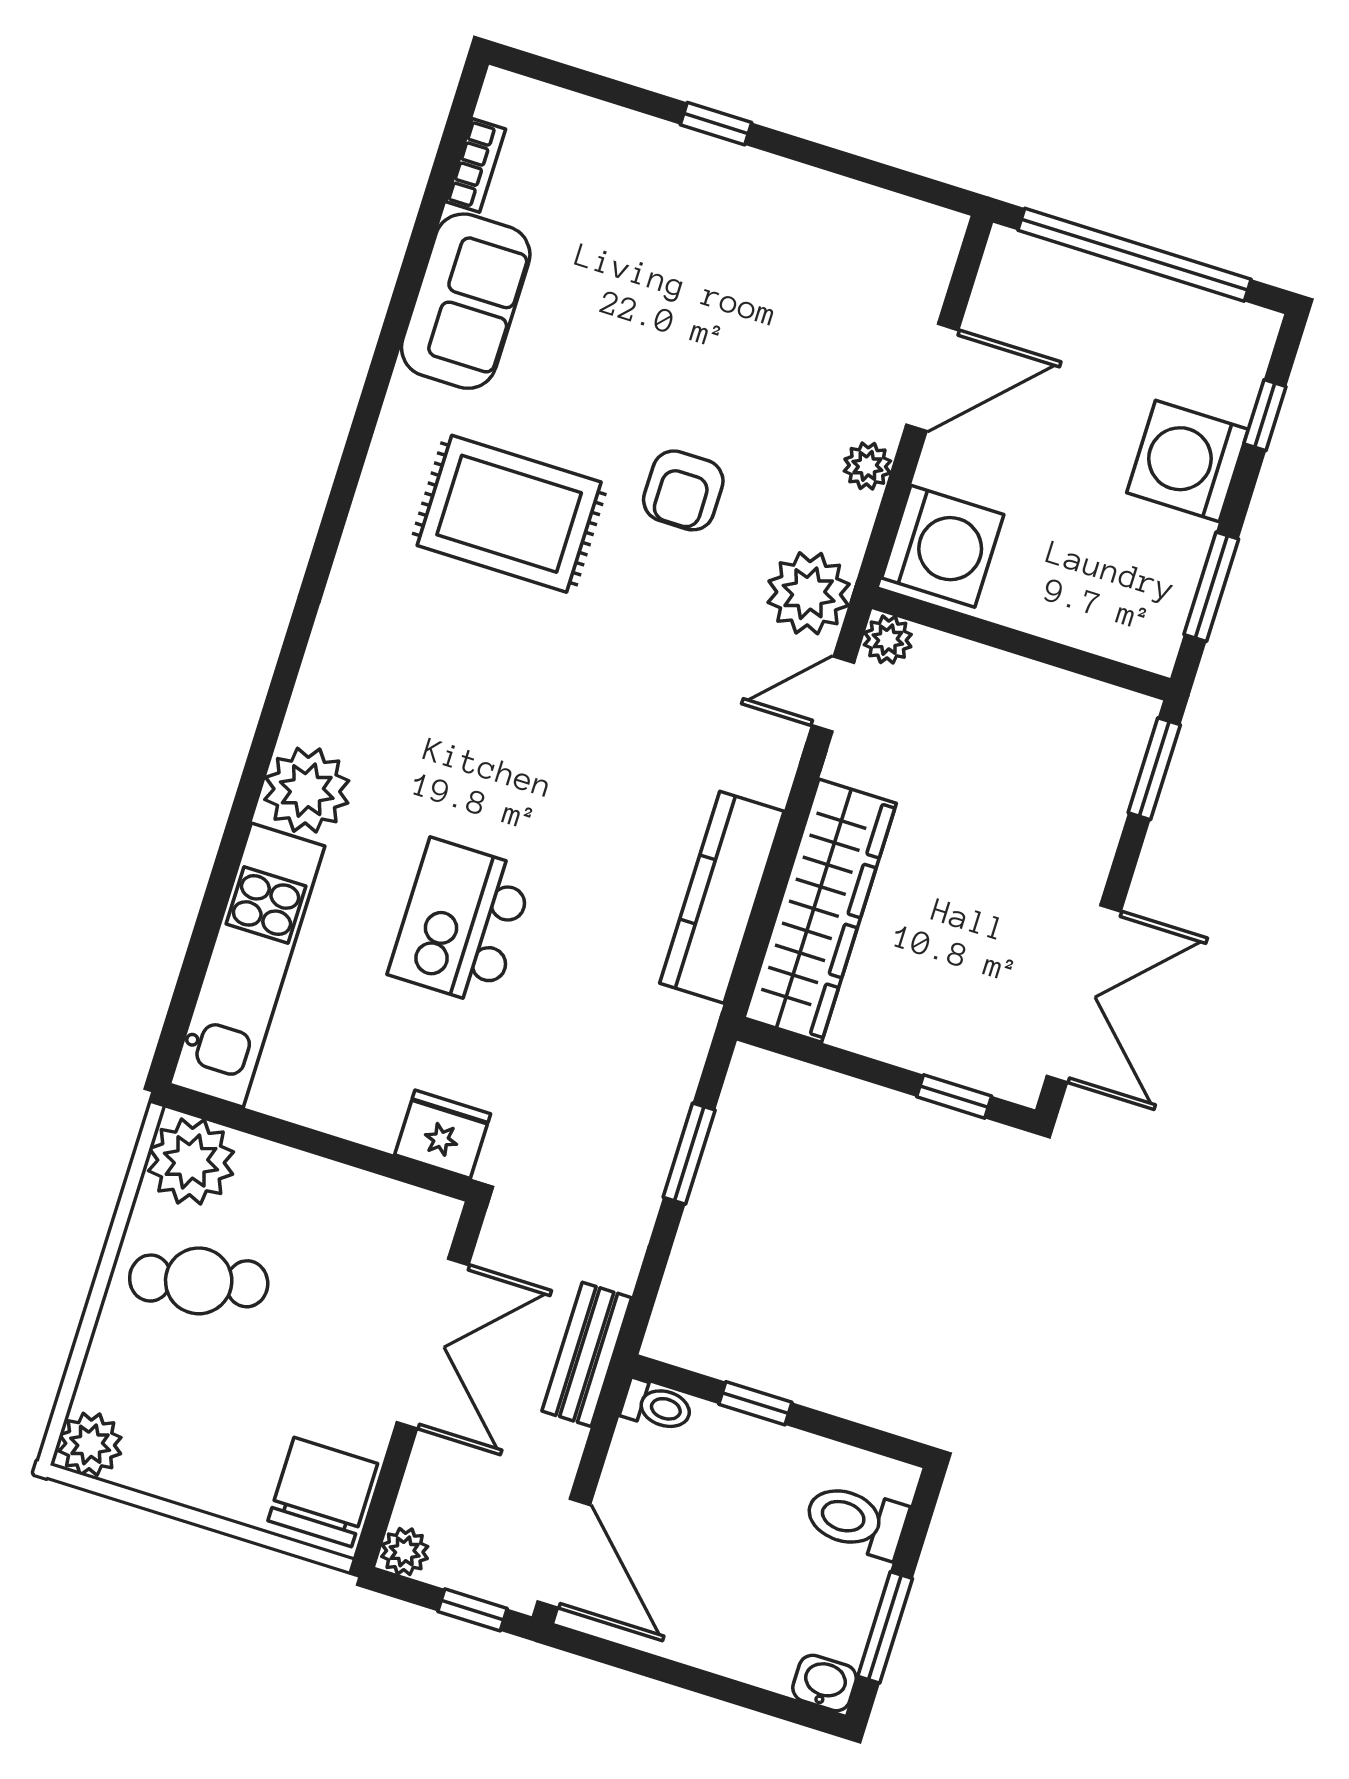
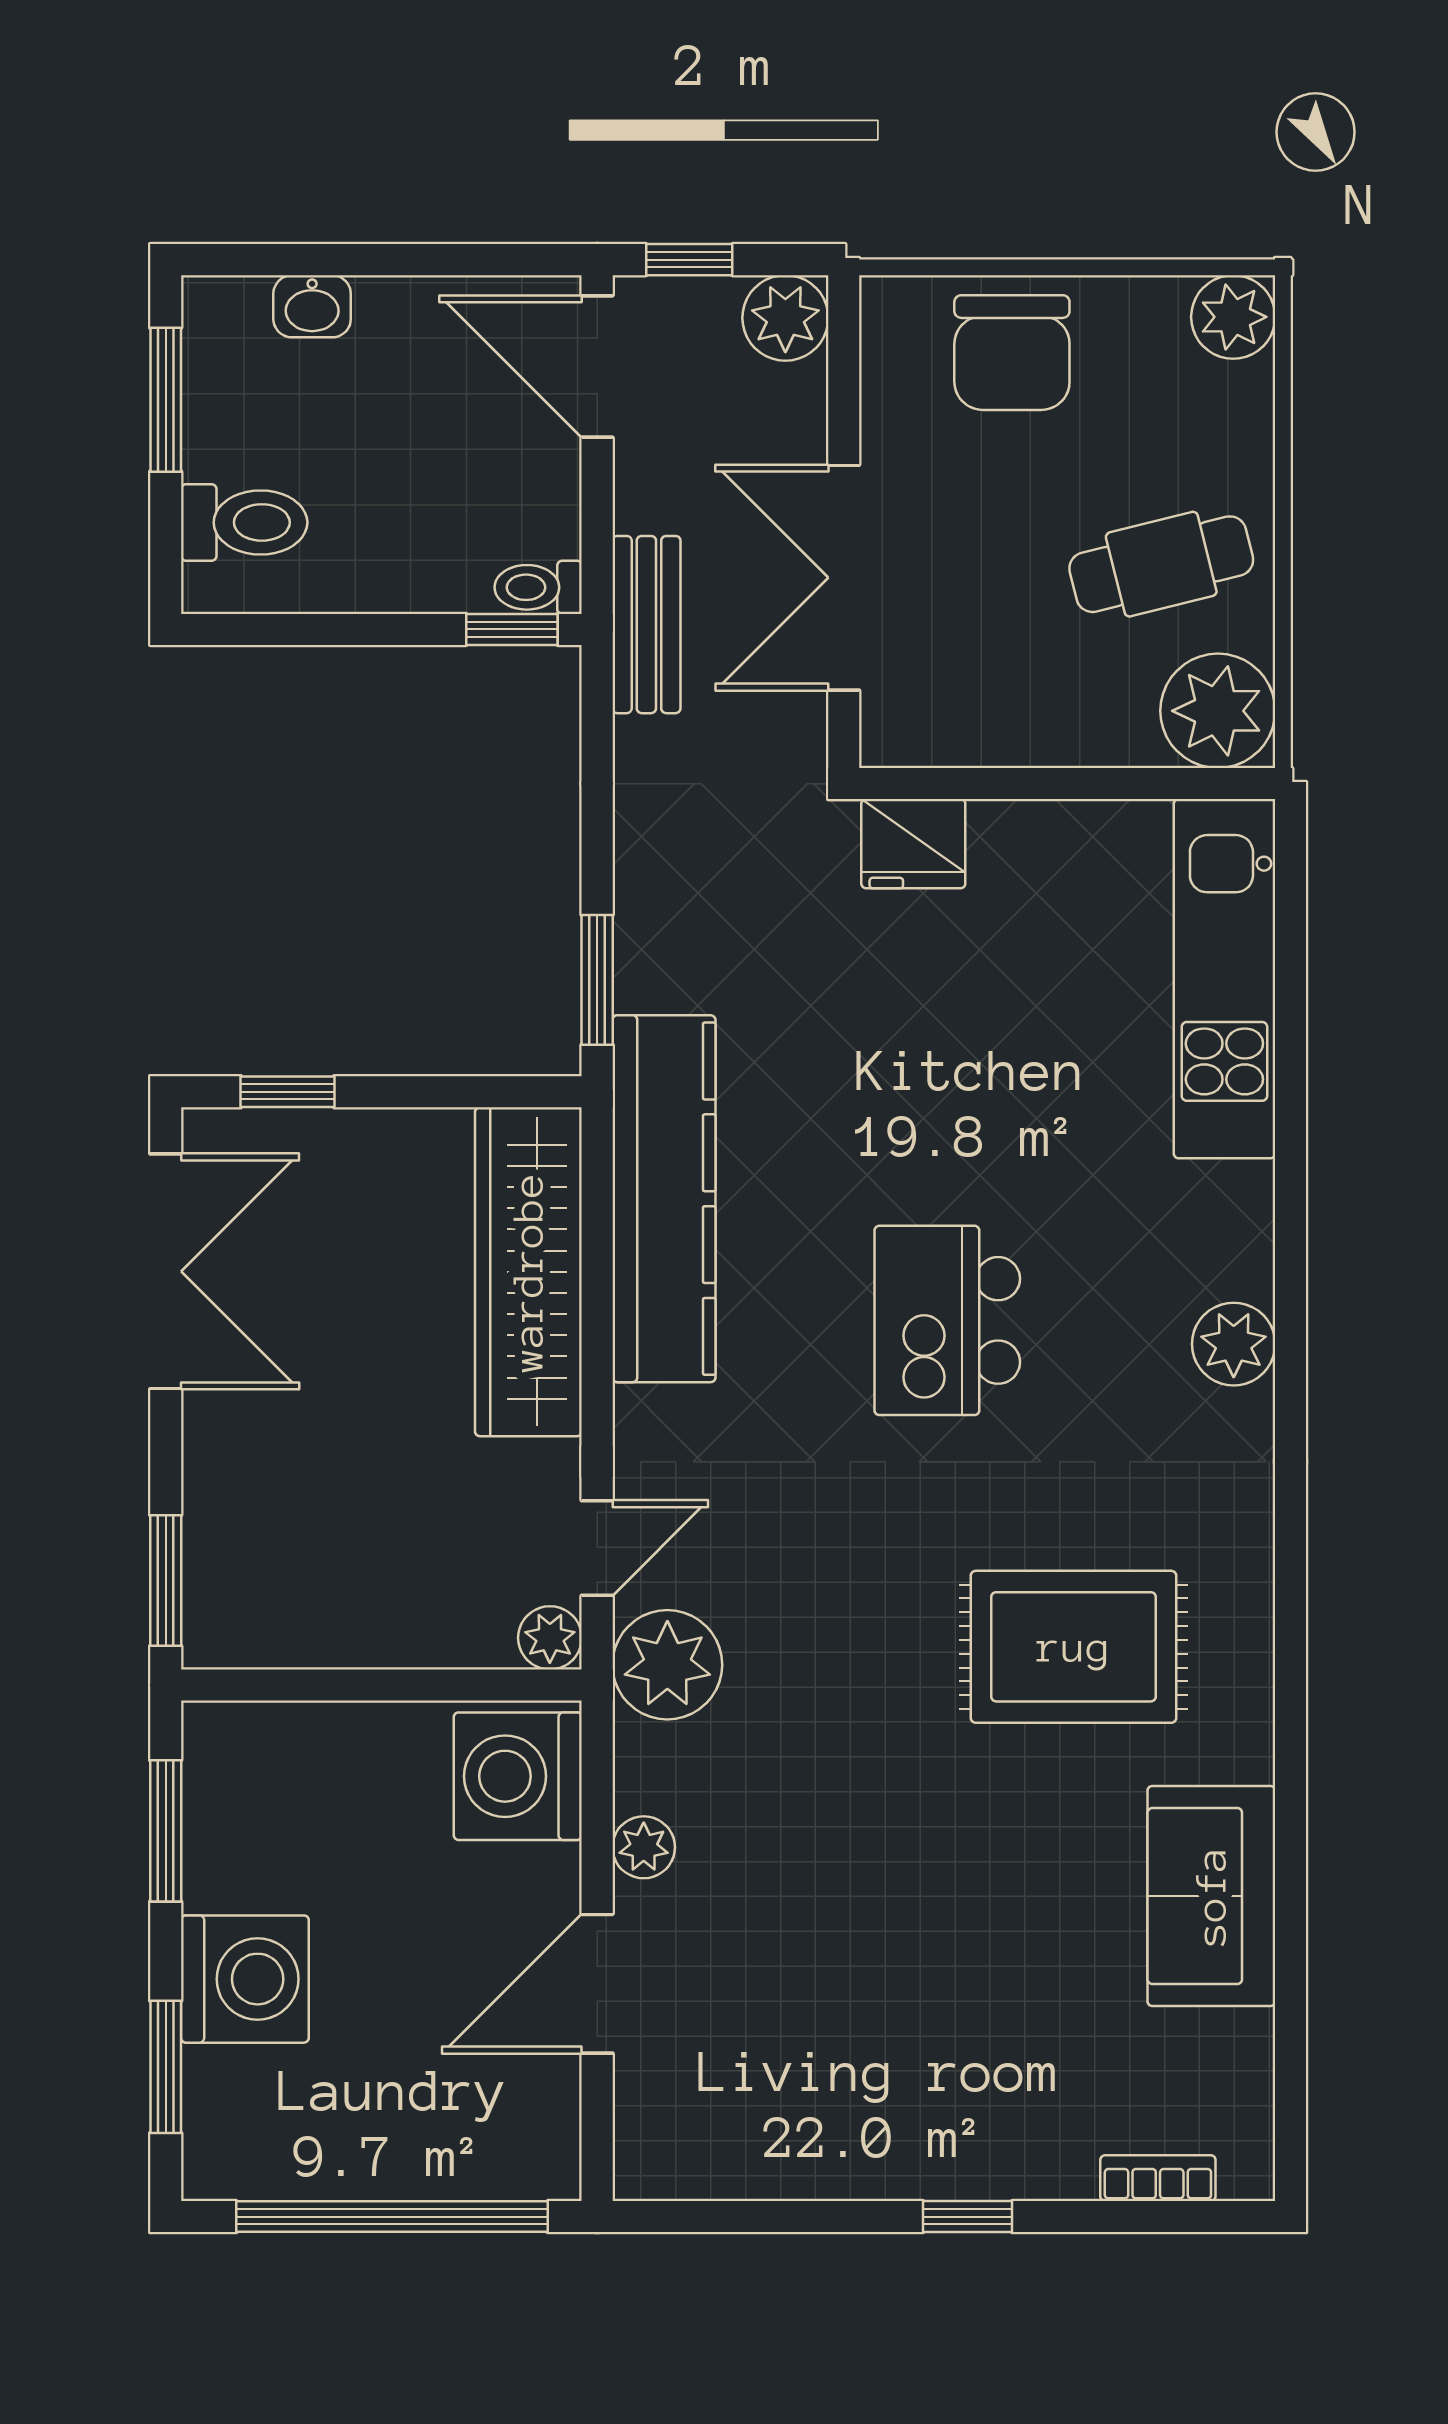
bookcase: (476, 165) -> (1158, 2178), moved, turned 90
window: (1265, 415) -> (166, 2067), width x1.50
armchair: (683, 490) -> (865, 1744), removed
plant: (307, 790) -> (1234, 1344), moved, width x0.73, depth x0.73
kitchen counter: (722, 897) -> (664, 1199), width x1.39, depth x1.17
kitchen island: (461, 922) -> (947, 1320), moved, turned 180
double door: (1084, 994) -> (166, 1271), swing flipped
window: (689, 1154) -> (597, 980), moved
window: (755, 1403) -> (512, 629), moved
chair: (323, 1492) -> (1012, 353), moved
plant: (405, 1551) -> (785, 318), width x1.38, depth x1.38
washbasin: (825, 1683) -> (312, 306), moved

